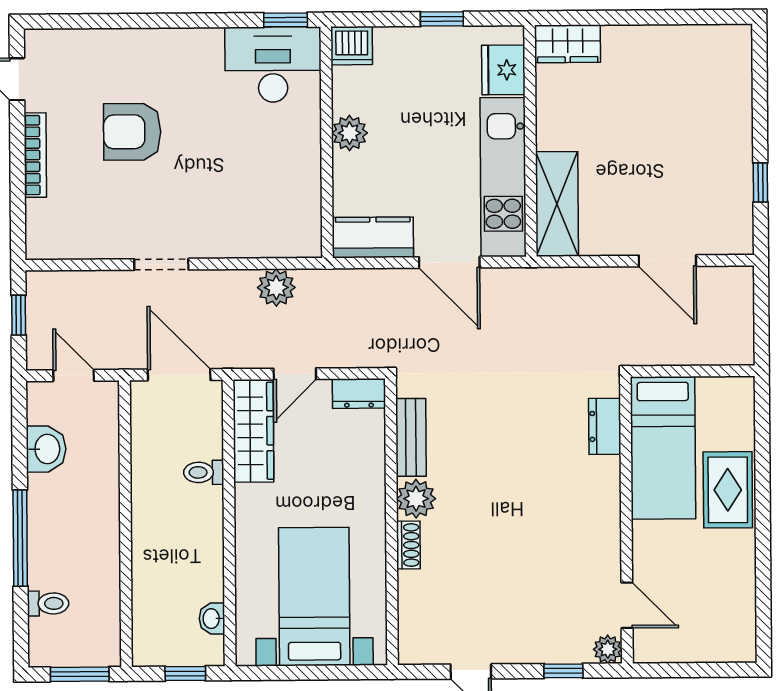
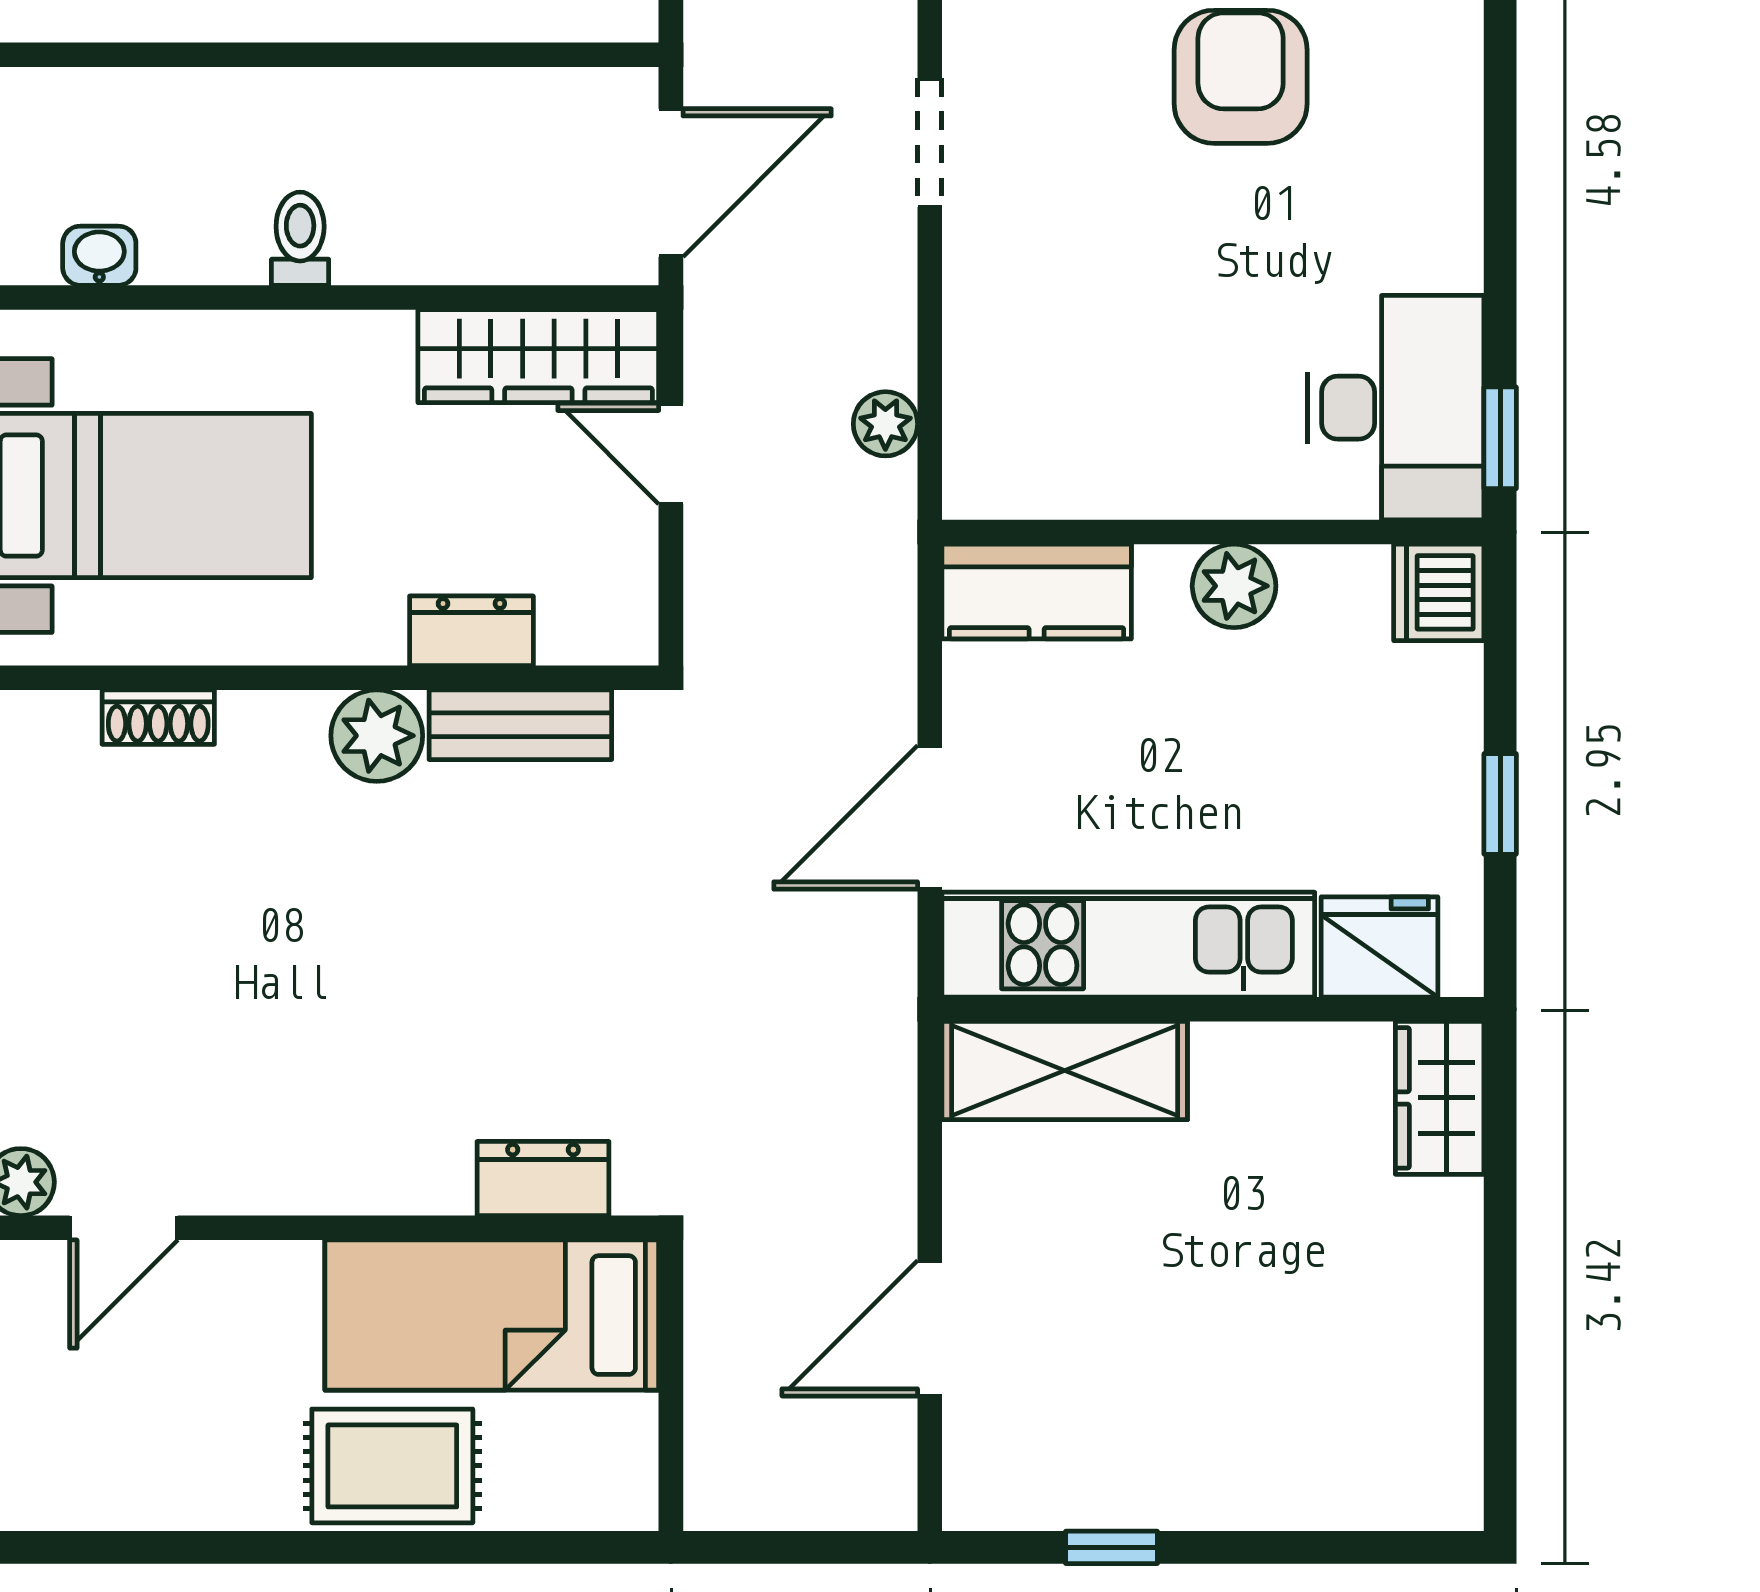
kitchen counter: (373, 237) -> (1037, 592), moved, turned 90
plant: (276, 288) -> (885, 424), width x0.73, depth x0.73
dresser: (359, 394) -> (471, 631), moved, turned 90
toilet: (204, 472) -> (300, 239), moved
shoe rack: (408, 545) -> (158, 717), moved

